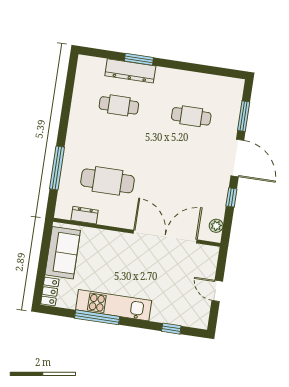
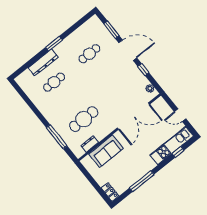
window: (139, 59) -> (54, 44), moved
double door: (165, 237) -> (133, 116), swing flipped
sofa: (63, 253) -> (106, 151), moved, turned 90
kitchen unit: (114, 305) -> (172, 145), moved

